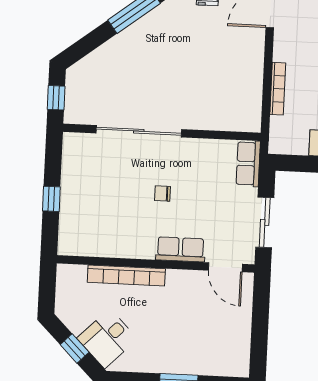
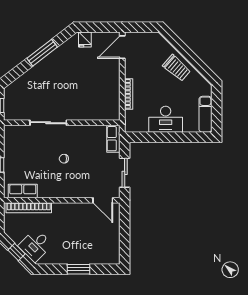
sliding door: (139, 131) -> (48, 123), width x0.73
row of seats: (181, 249) -> (23, 191), moved
bookcase: (126, 275) -> (29, 208), moved

